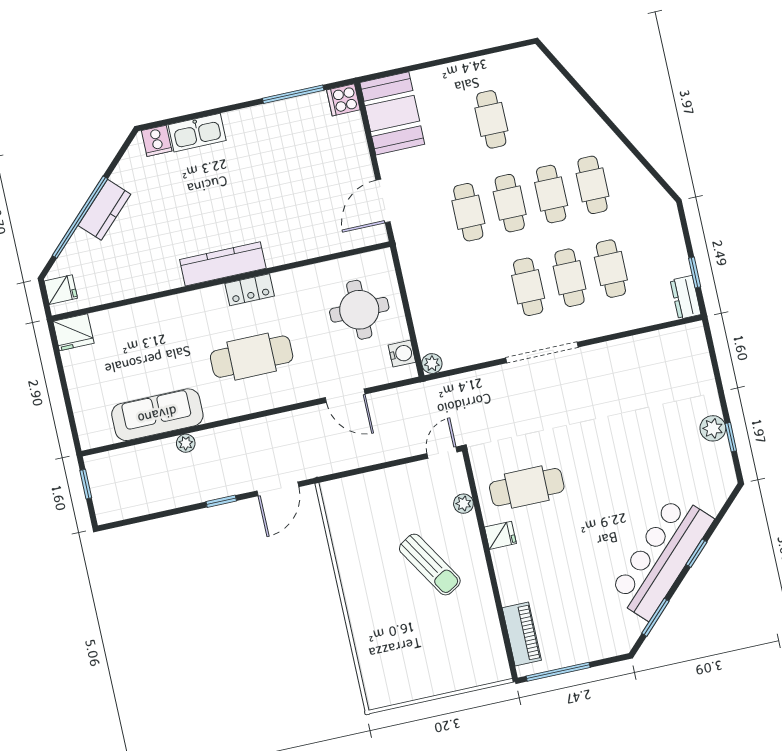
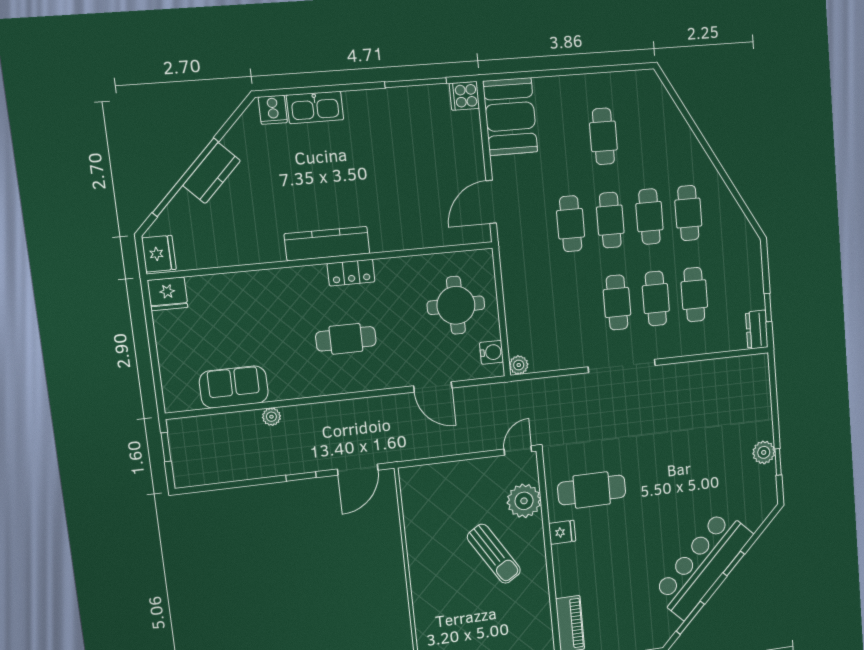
fridge: (61, 290) -> (159, 254), width x1.38
cafe table: (252, 357) -> (346, 339), width x0.73, depth x0.74
sofa: (157, 415) -> (234, 387), width x0.73
plant: (463, 504) -> (524, 501), width x1.88, depth x1.88

